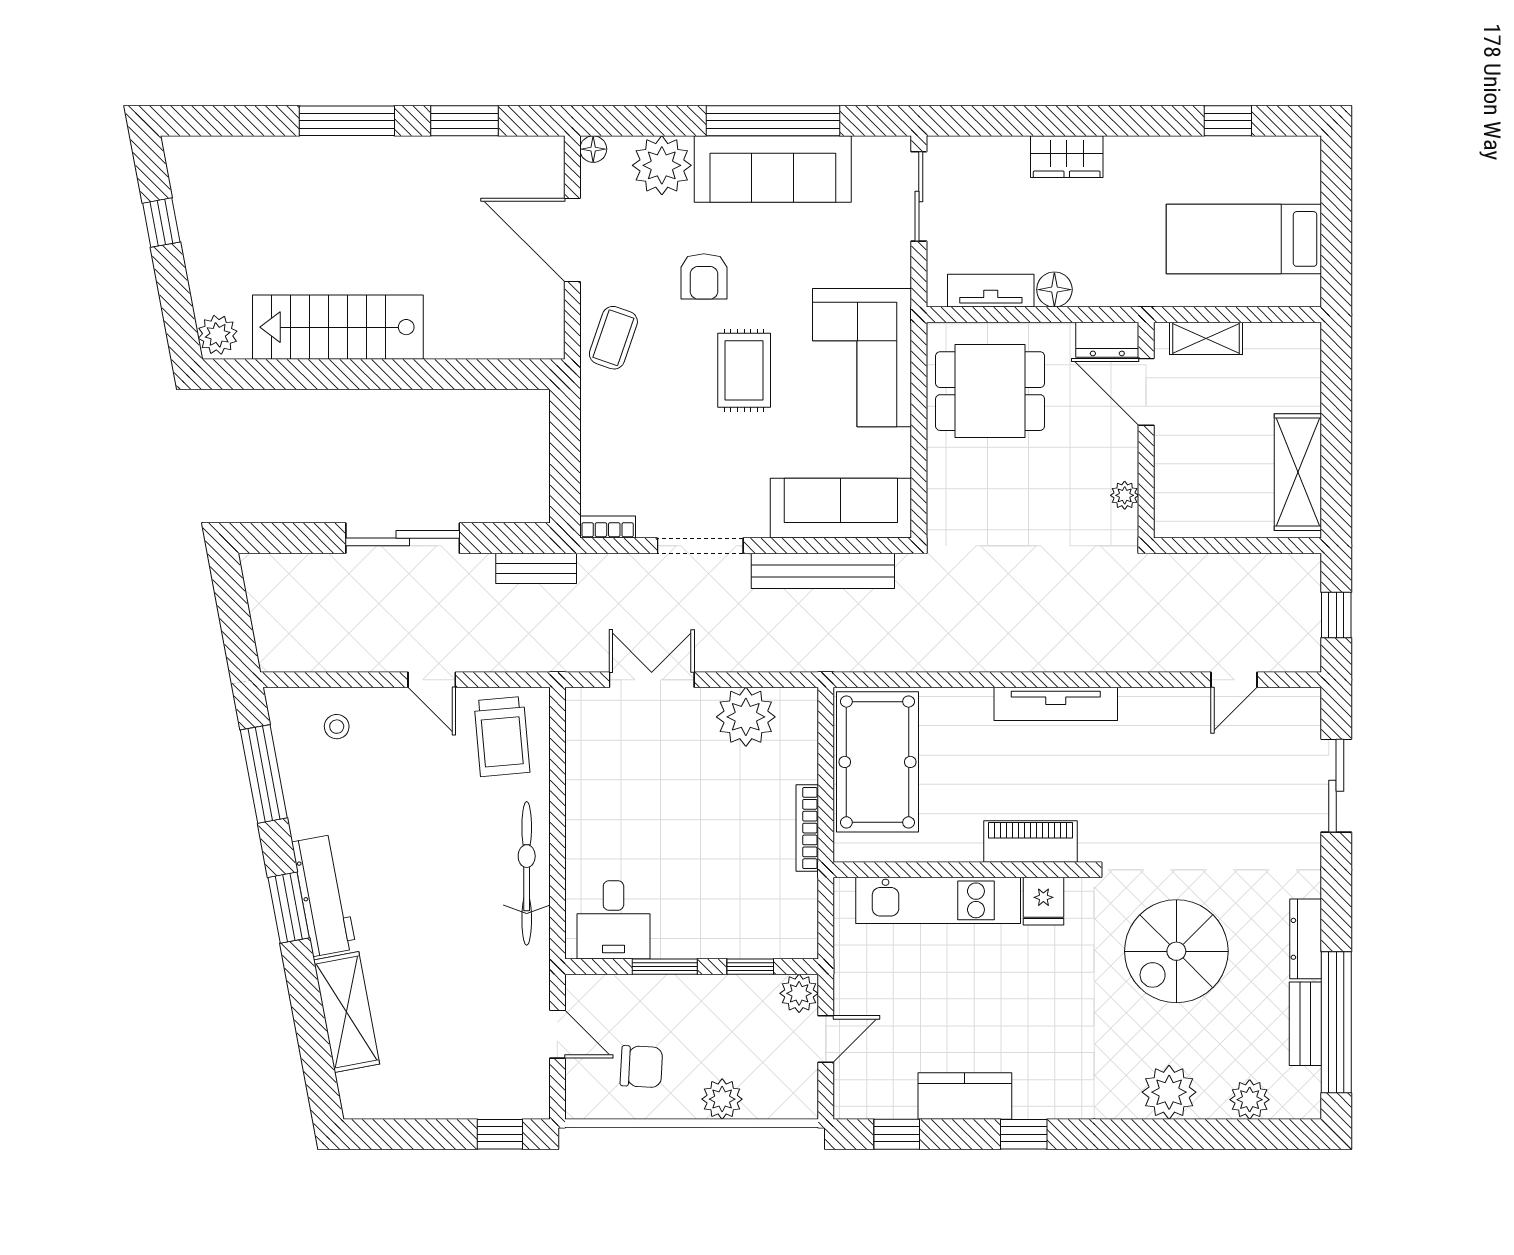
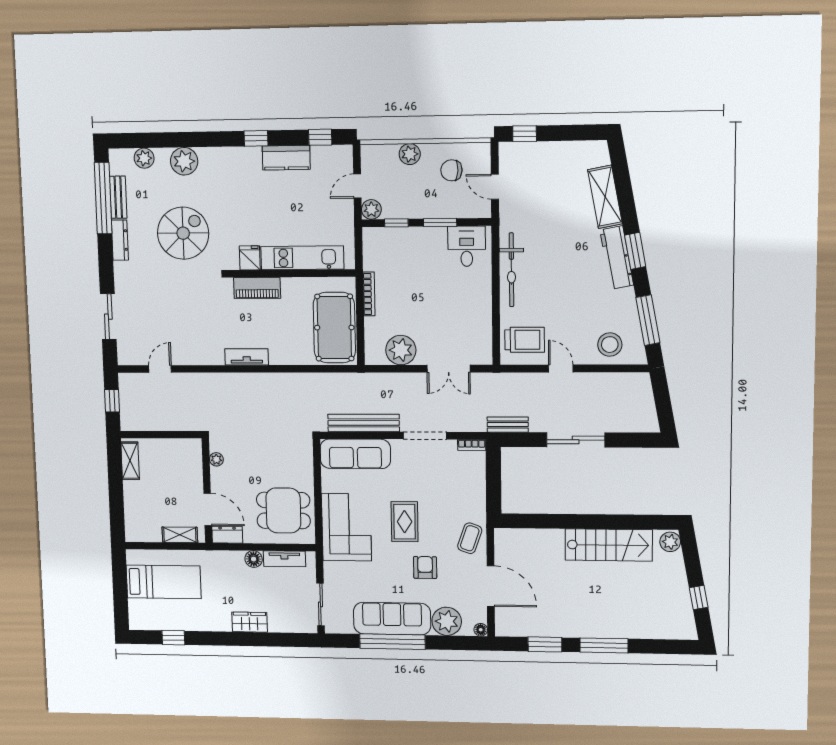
shelving: (1298, 472) -> (130, 461), width x0.67, depth x0.75
tv unit: (1056, 704) -> (247, 357), width x0.71
stool: (337, 727) -> (610, 345), width x1.89, depth x1.89
trolley: (502, 736) -> (525, 340), turned 95

